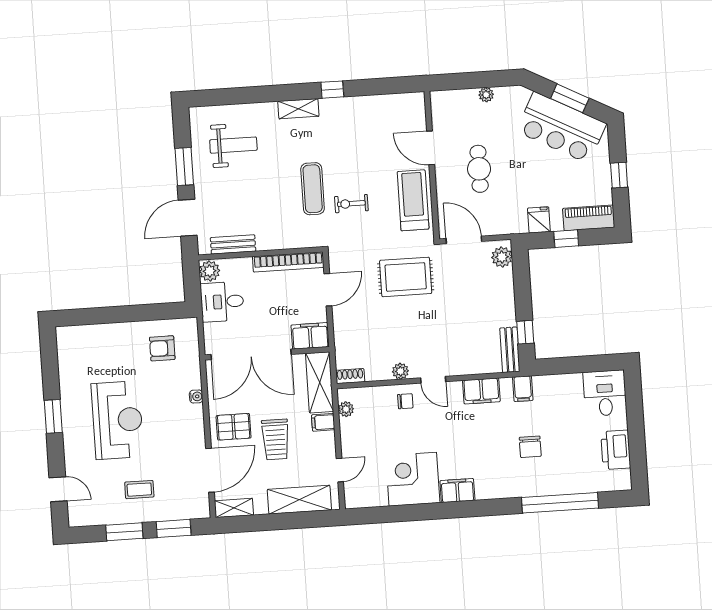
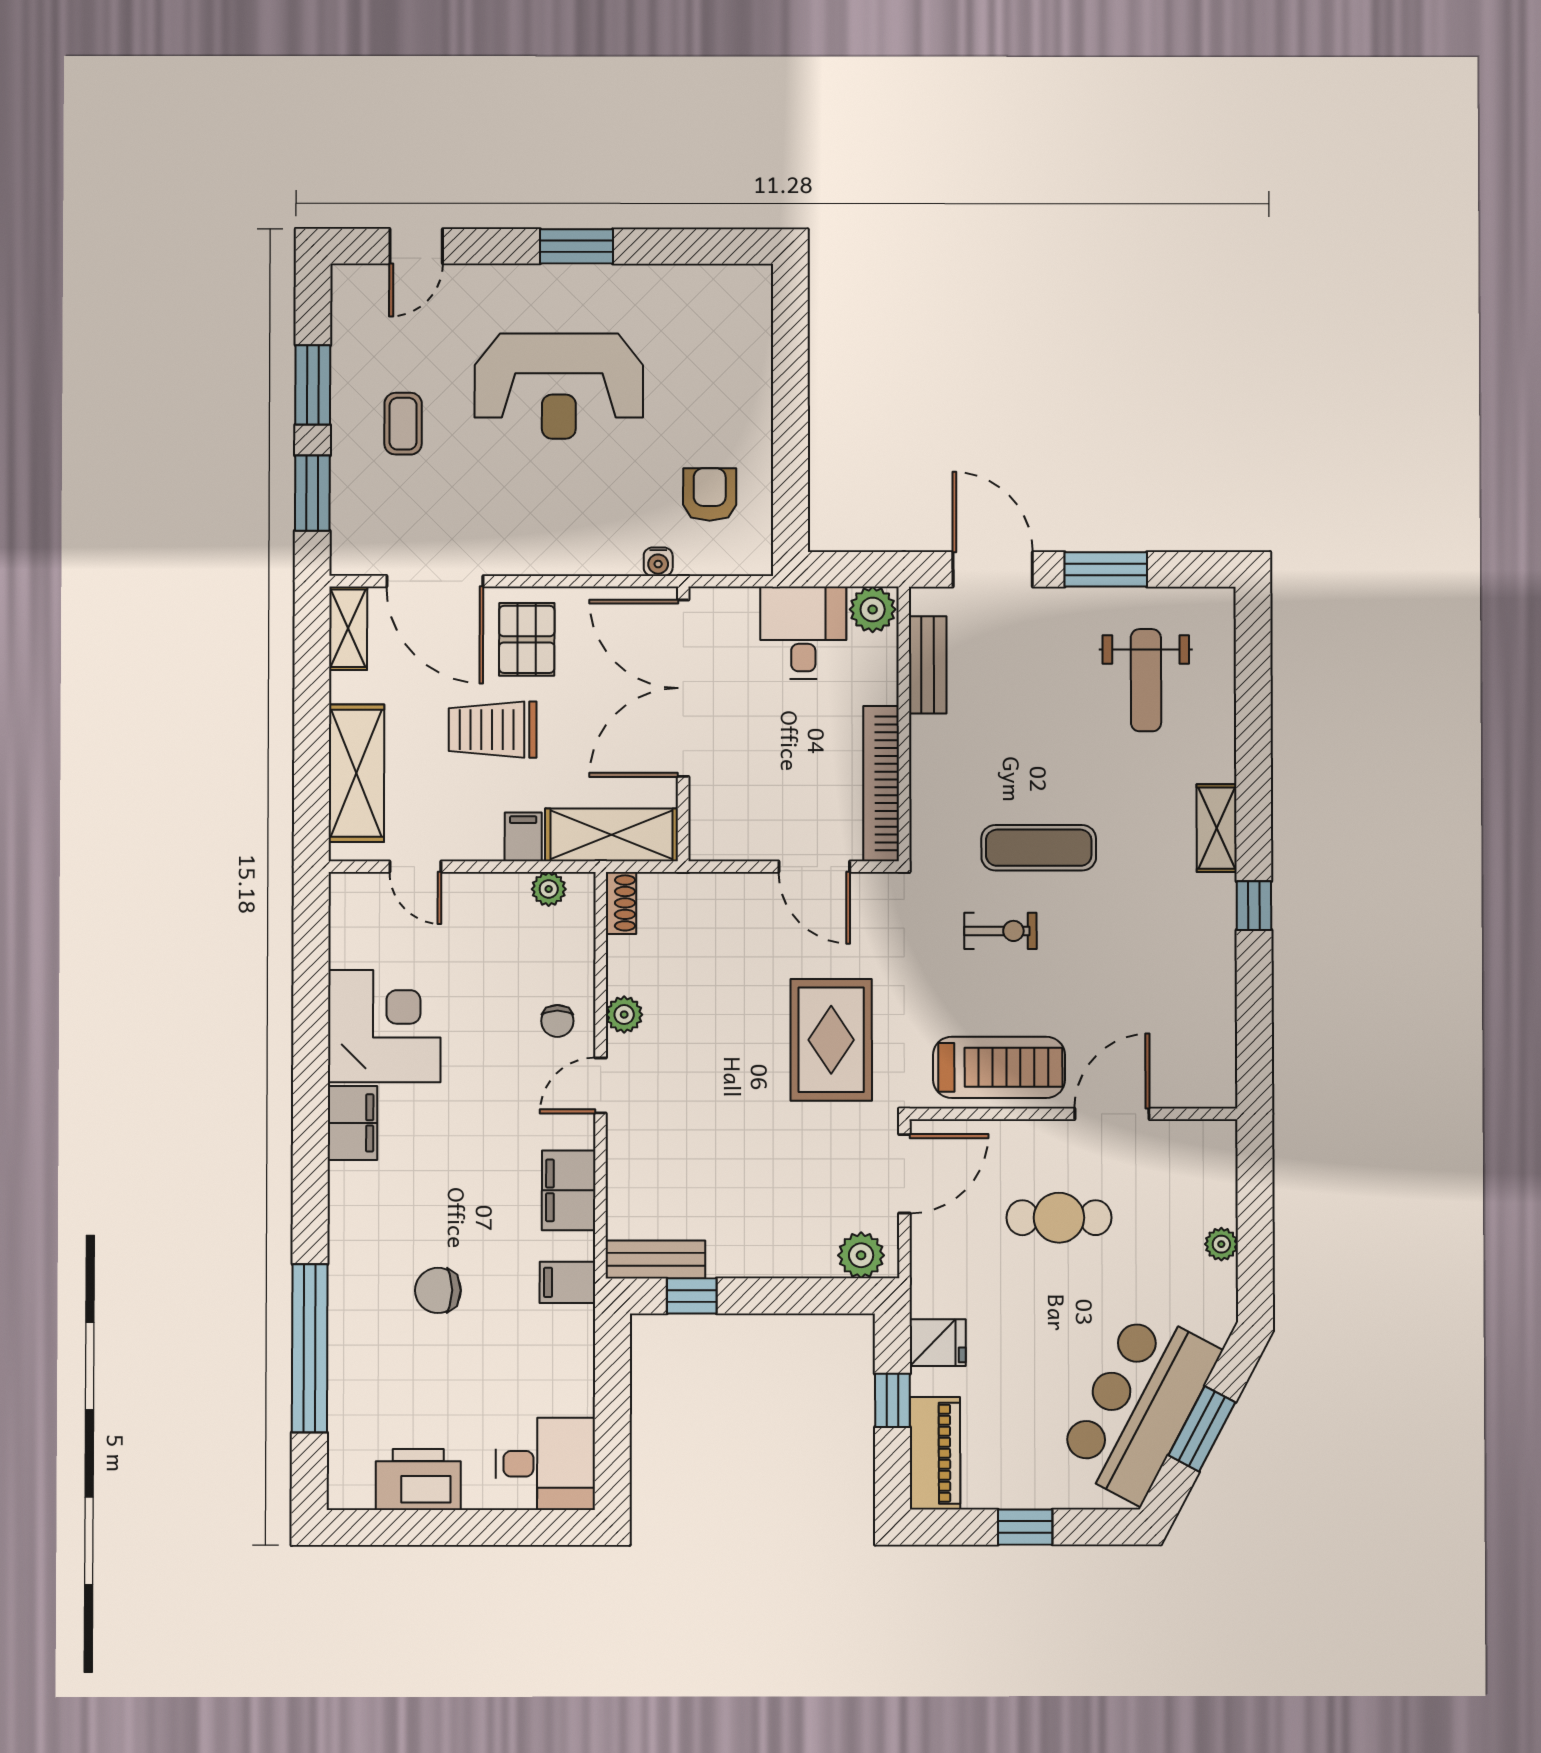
exercise bike: (351, 204) -> (1000, 931), turned 90
filing cabinet: (310, 336) -> (715, 821), removed
water cooler: (196, 396) -> (658, 562), moved

